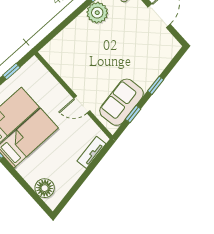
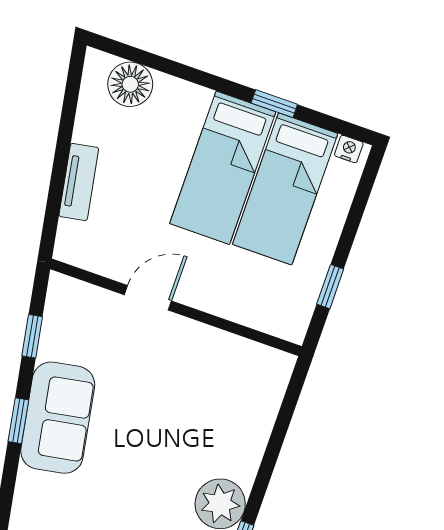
sofa: (122, 102) -> (58, 418), moved
tv unit: (92, 152) -> (79, 182), moved

